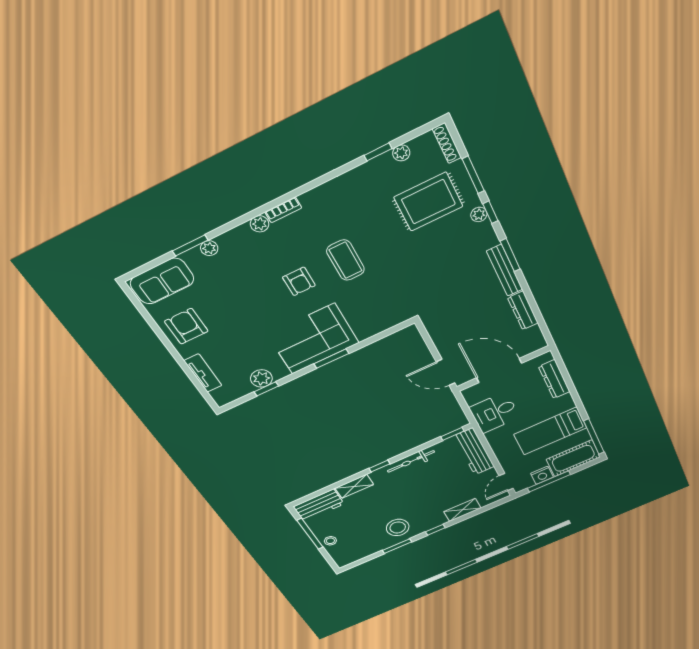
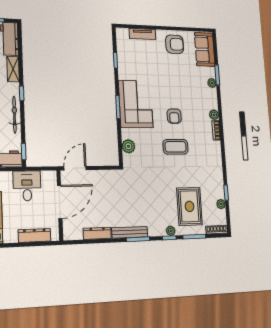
armchair: (299, 281) -> (174, 116), turned -90
plant: (261, 378) -> (128, 146), moved

